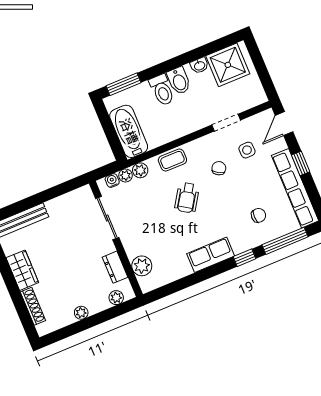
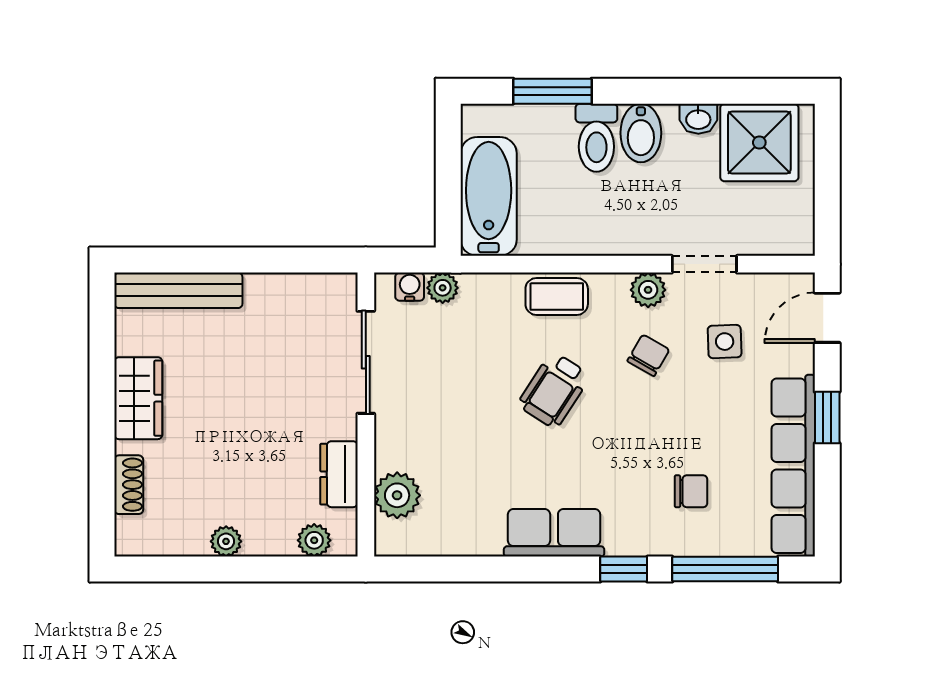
window: (123, 84) -> (552, 91), moved
plant: (140, 170) -> (648, 290), moved
shoe rack: (33, 306) -> (129, 485), width x0.70

